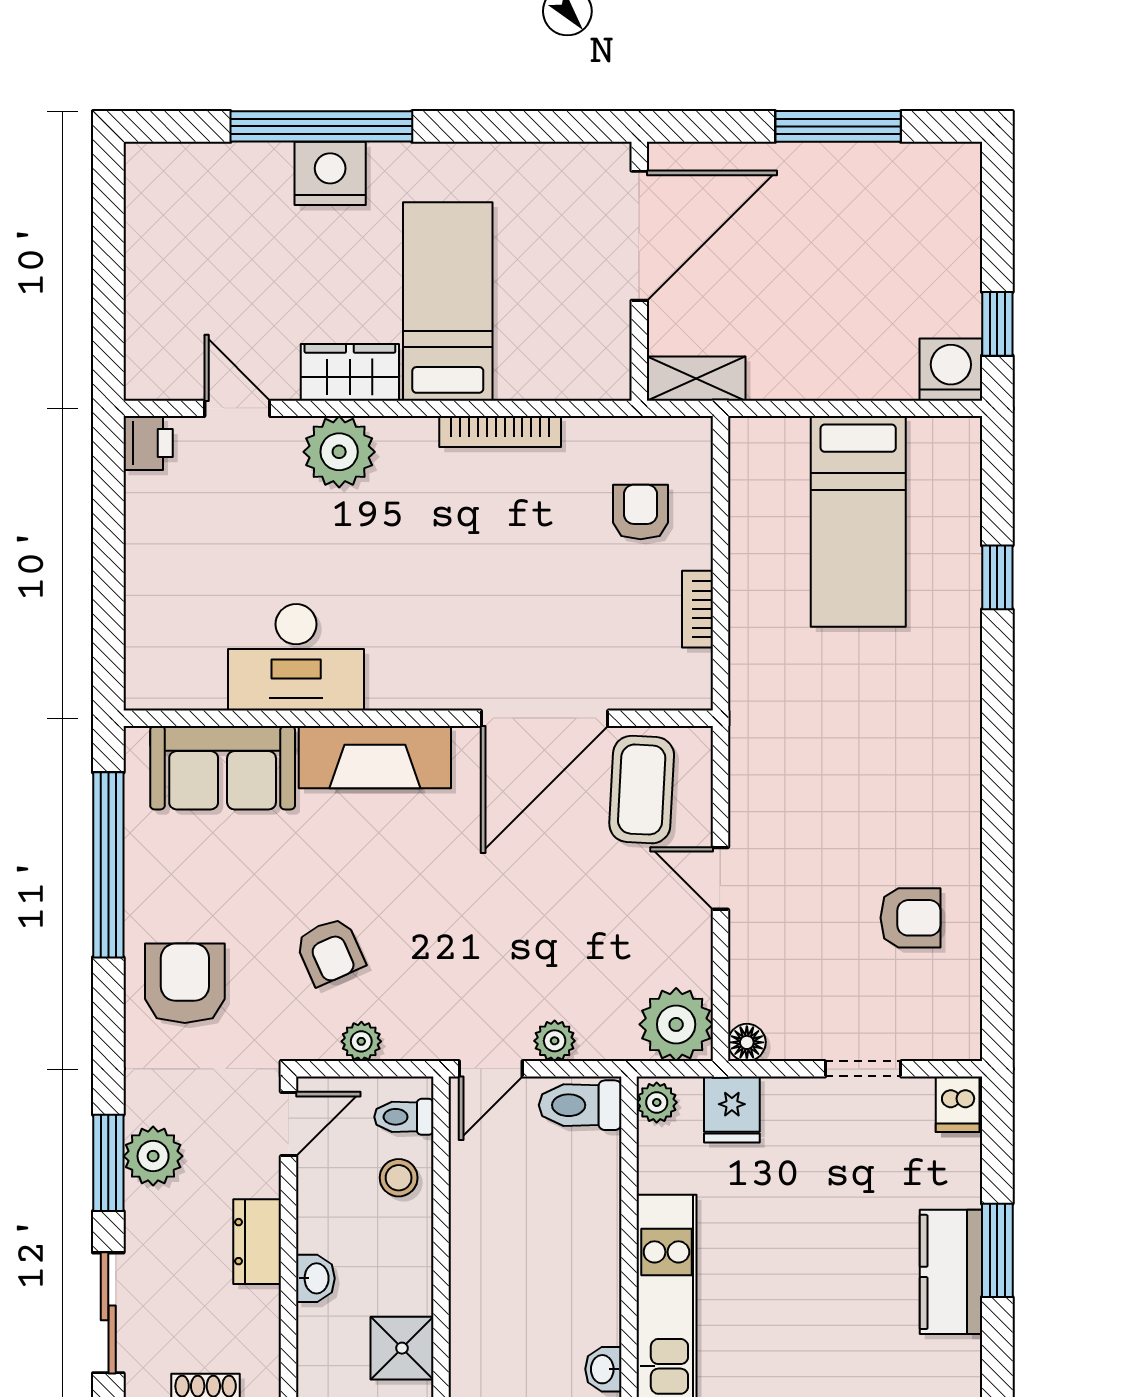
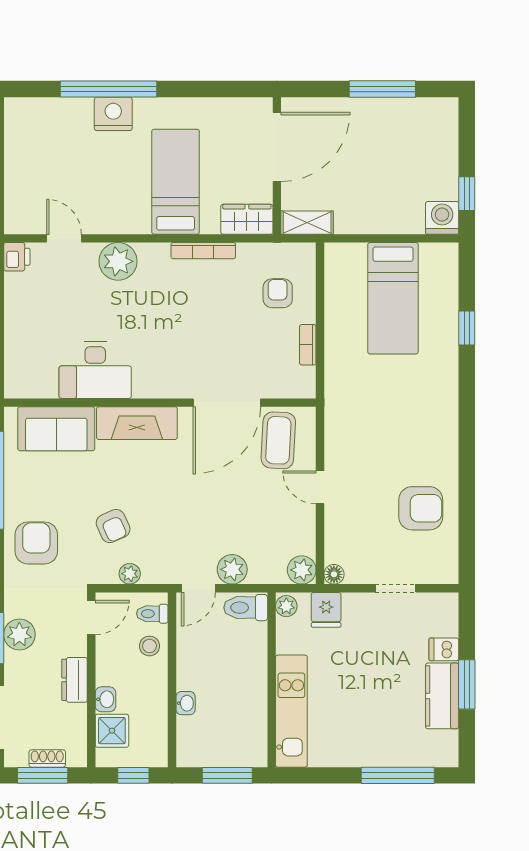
wardrobe: (350, 372) -> (247, 219), moved
armchair: (911, 918) -> (421, 508), width x1.38, depth x1.38
plant: (676, 1024) -> (302, 570), width x0.73, depth x0.73
plant: (555, 1041) -> (232, 569), width x1.38, depth x1.38
dishwasher: (958, 1104) -> (444, 649), moved, turned 90
shower: (402, 1348) -> (112, 731), moved
washbasin: (603, 1369) -> (186, 703), moved, turned 180

